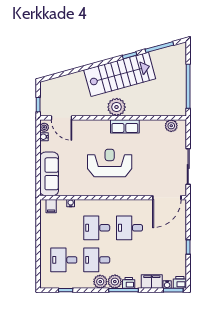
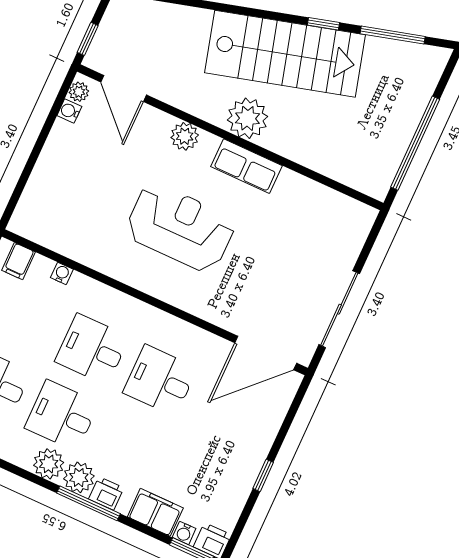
plant: (171, 126) -> (185, 136), moved
sofa: (49, 174) -> (45, 193), removed

